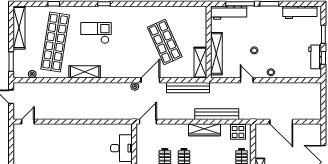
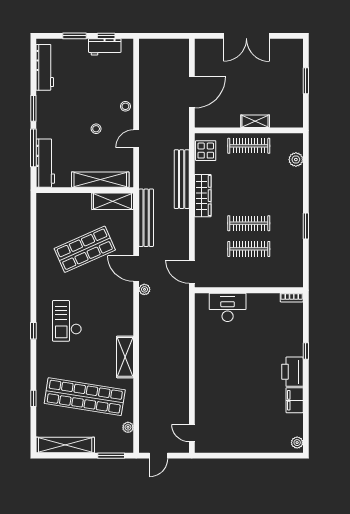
checkout: (96, 33) -> (67, 321), moved

